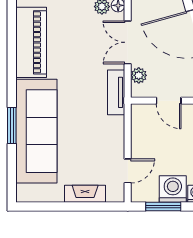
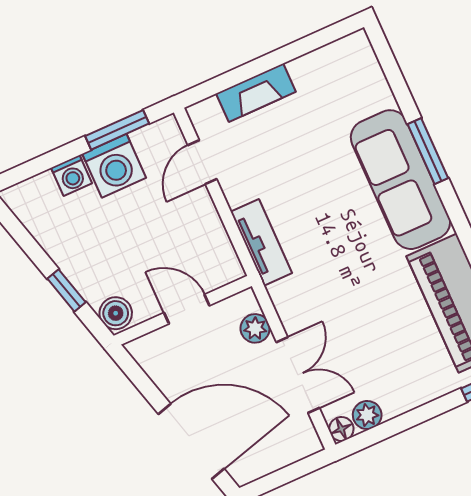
tv unit: (116, 92) -> (261, 242), moved
sofa: (36, 131) -> (400, 180), width x0.74, depth x0.79

